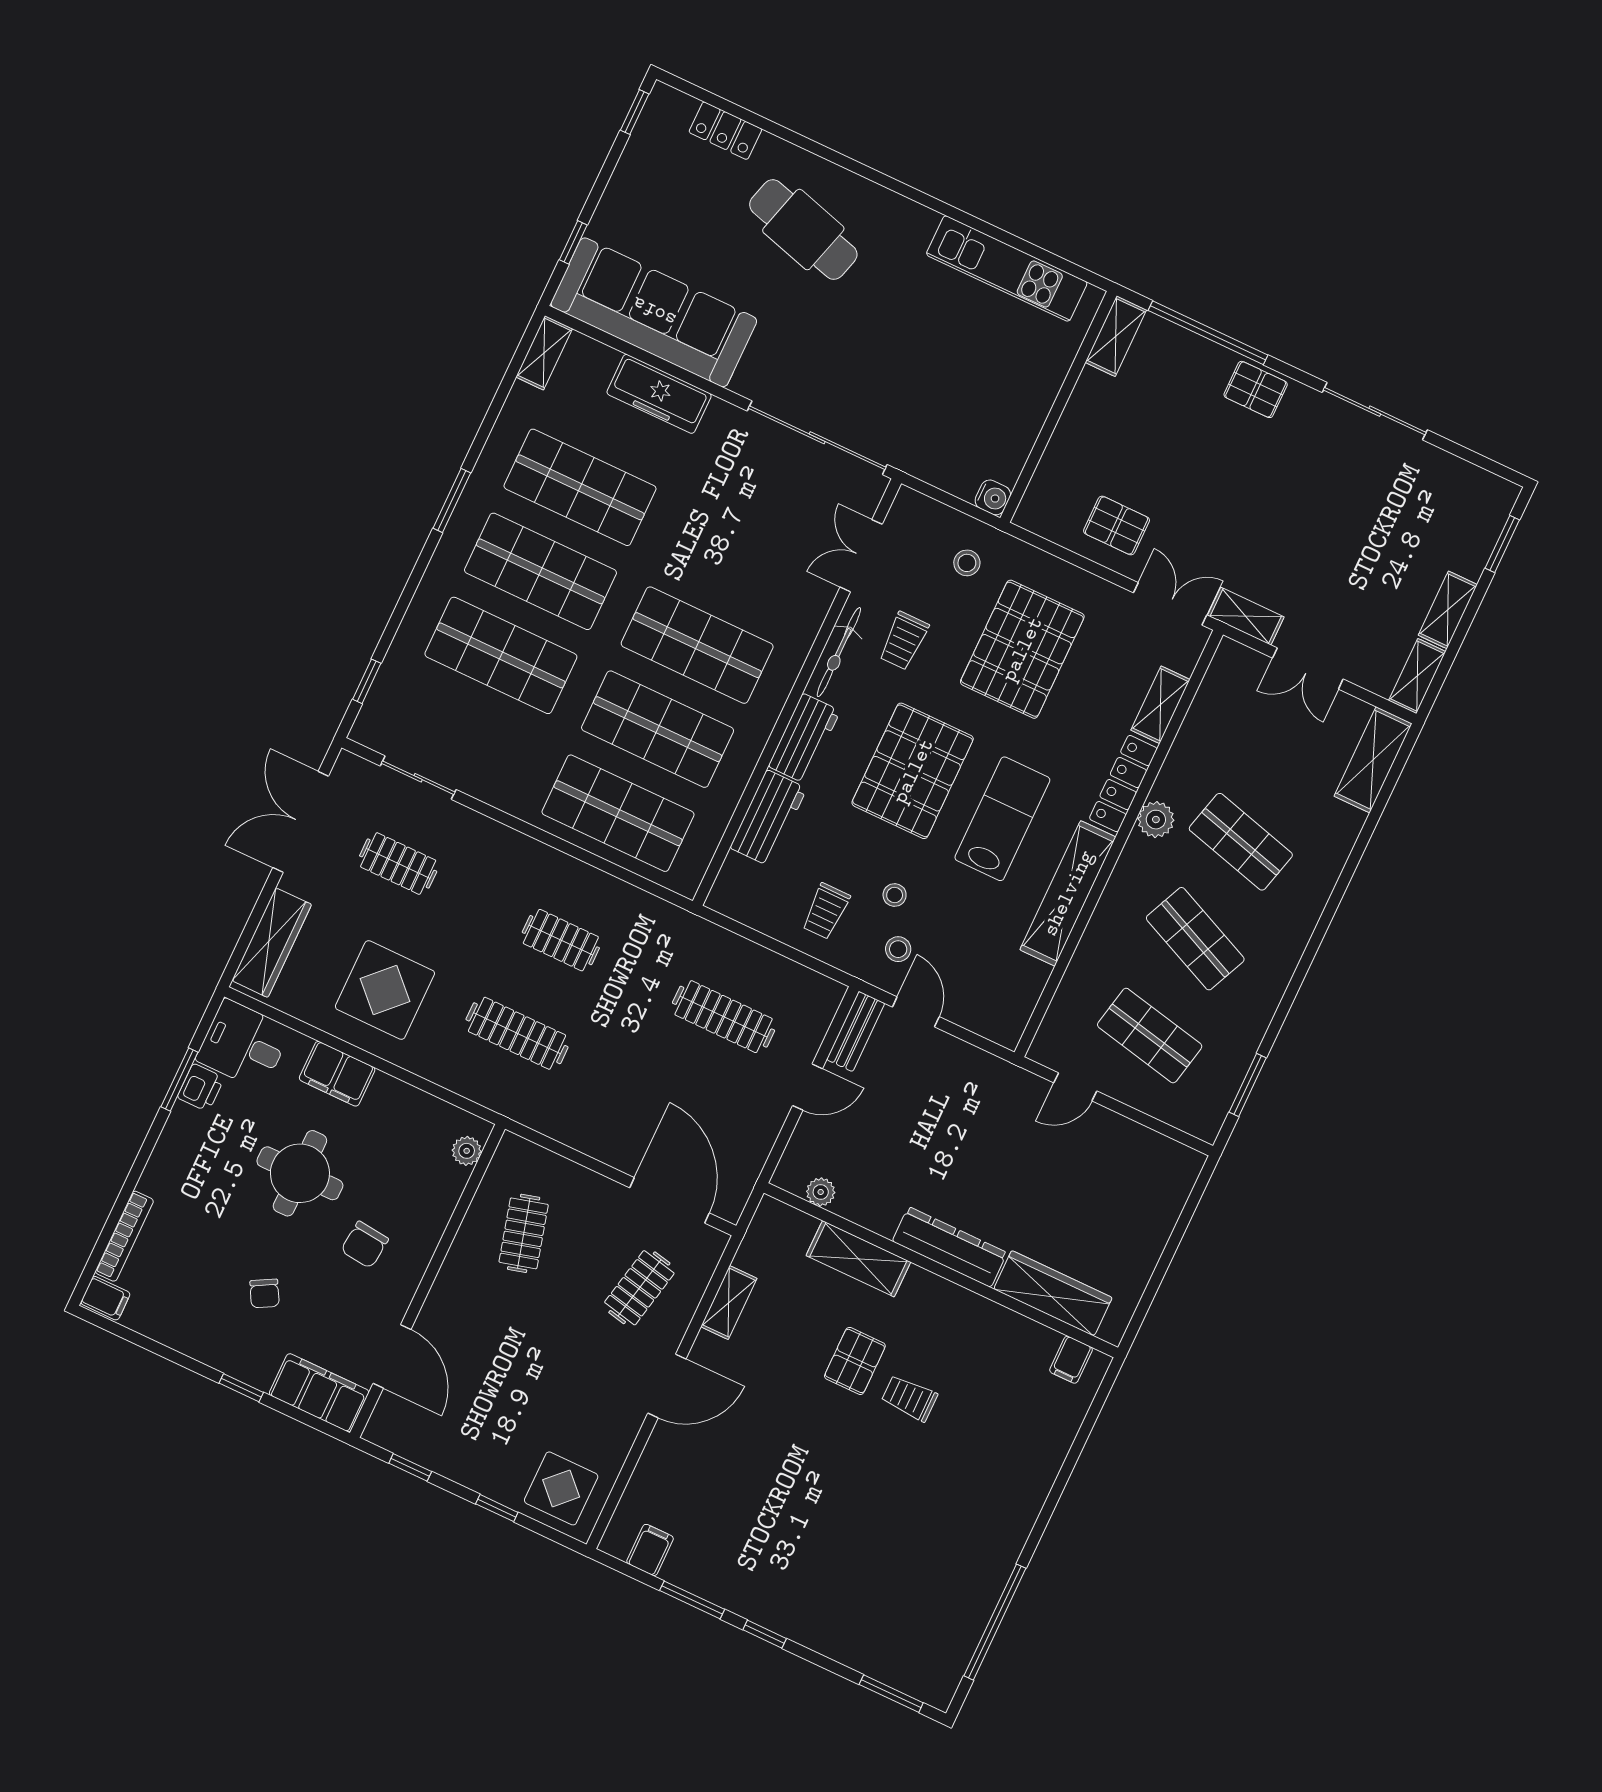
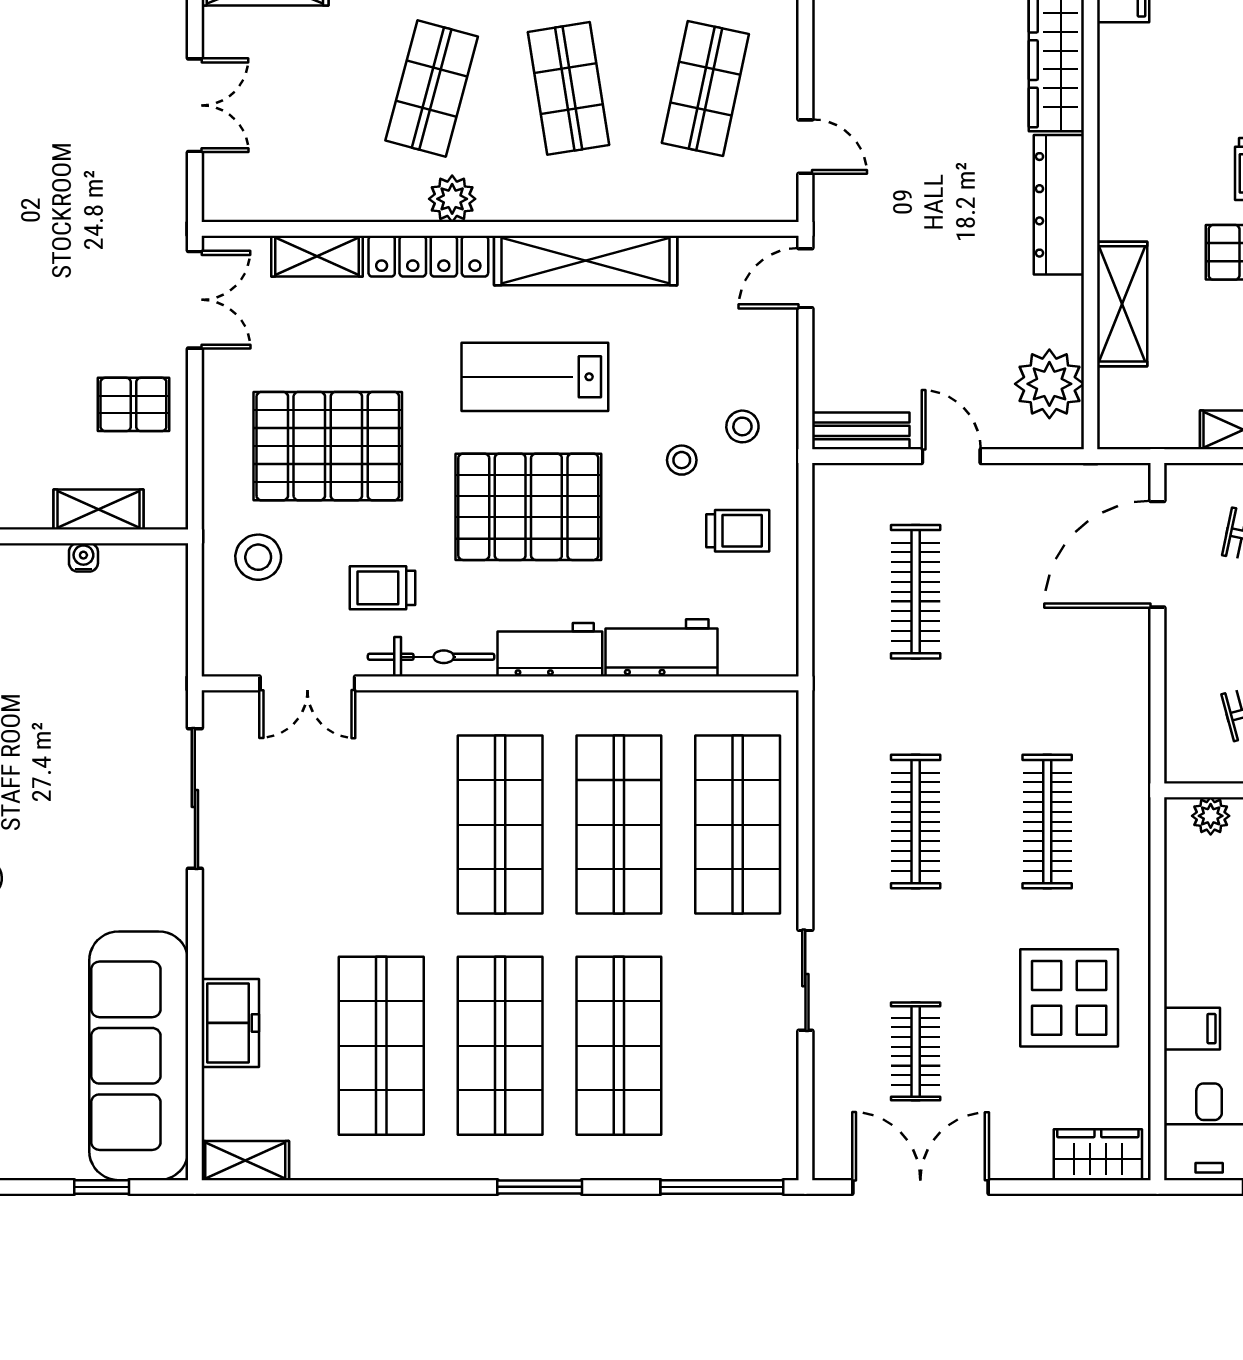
freezer: (659, 394) -> (230, 1023), width x0.71
sliding door: (817, 438) -> (195, 799), width x0.73
water cooler: (993, 497) -> (83, 557), moved, width x0.72, depth x0.72
window: (452, 501) -> (540, 1187), moved
pallet: (1117, 526) -> (133, 404), turned 90
stool: (967, 563) -> (258, 557), width x1.37, depth x1.37
double door: (1170, 604) -> (195, 300), swing flipped
shelving: (1246, 616) -> (99, 510), moved, turned 90
trolley: (904, 641) -> (383, 588), turned 180
window: (367, 681) -> (722, 1187), width x2.17
sliding door: (418, 778) -> (805, 980), moved
double door: (301, 822) -> (920, 1187), swing flipped
shop shelf: (1195, 939) -> (569, 88), turned -33
clothes rail: (561, 940) -> (916, 822), width x1.36
wardrobe: (272, 943) -> (1098, 1155), width x0.67
door: (916, 1012) -> (805, 278), moved
filing cabinet: (337, 1074) -> (1192, 1029), width x0.50
plant: (821, 1192) -> (1049, 384), width x1.88, depth x1.88

